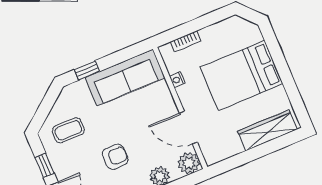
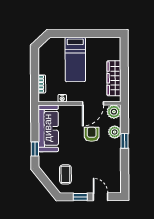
bed: (241, 75) -> (75, 59), width x0.67
wardrobe: (267, 130) -> (114, 78), moved
armchair: (115, 157) -> (92, 134), moved

